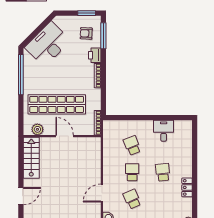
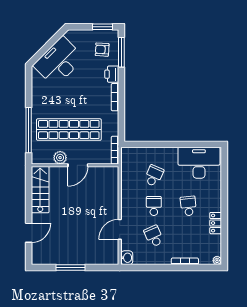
window: (21, 75) -> (29, 130), moved
plant: (37, 129) -> (60, 158), moved
desk: (164, 131) -> (199, 163), width x1.87, depth x1.30
door: (65, 136) -> (78, 165), swing flipped
school desk: (132, 145) -> (154, 176), turned 45

